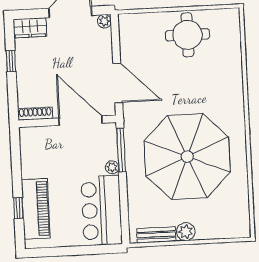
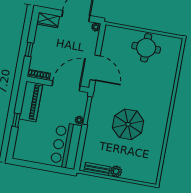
window: (11, 61) -> (29, 49), moved
door: (80, 121) -> (66, 86), hinge flipped
parasol: (187, 157) -> (128, 124), width x0.54, depth x0.54
window: (18, 208) -> (16, 120), moved
piano: (36, 209) -> (31, 102), moved

